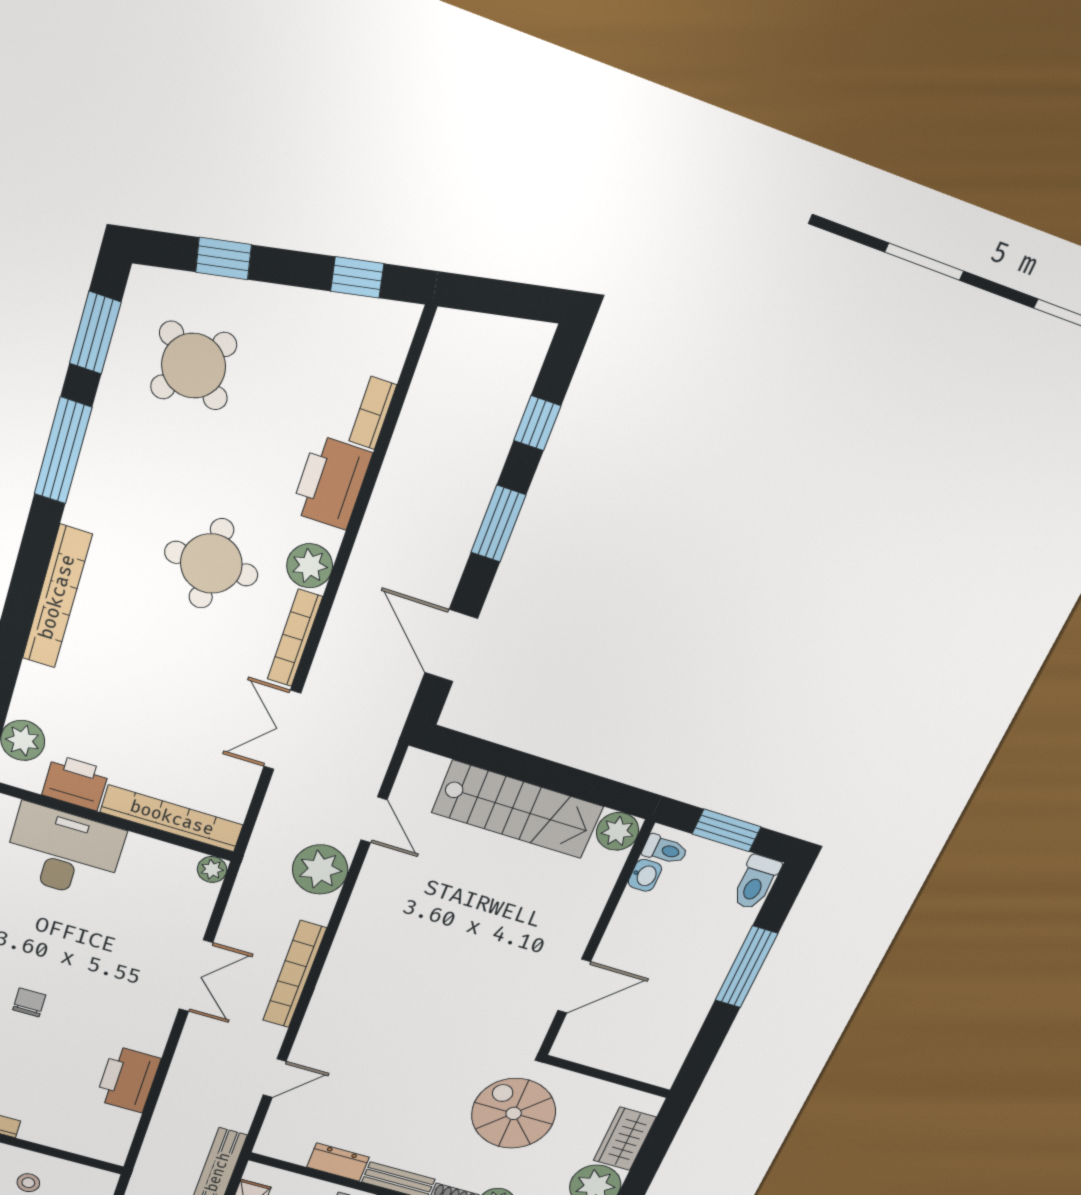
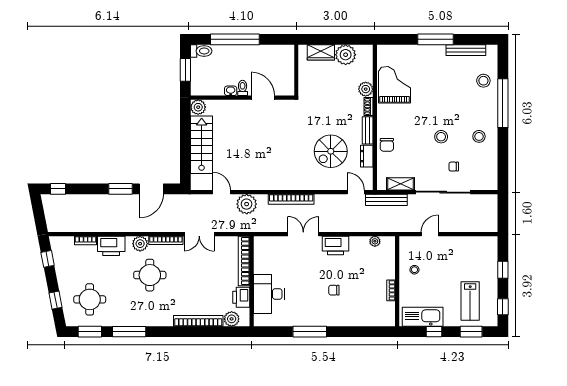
round table: (194, 366) -> (90, 299), turned -38
window: (537, 423) -> (58, 189), moved
window: (498, 524) -> (120, 189), moved
bookcase: (57, 597) -> (198, 321), moved
door: (374, 820) -> (222, 192), hinge flipped
toilet: (665, 850) -> (243, 88), moved
plant: (212, 869) -> (375, 241), moved
washbasin: (645, 875) -> (231, 91), moved
window: (746, 967) -> (235, 39), width x1.46
door: (275, 1078) -> (356, 192), moved
printer: (128, 1079) -> (336, 245), moved
spiral stairs: (514, 1113) -> (331, 151), moved

